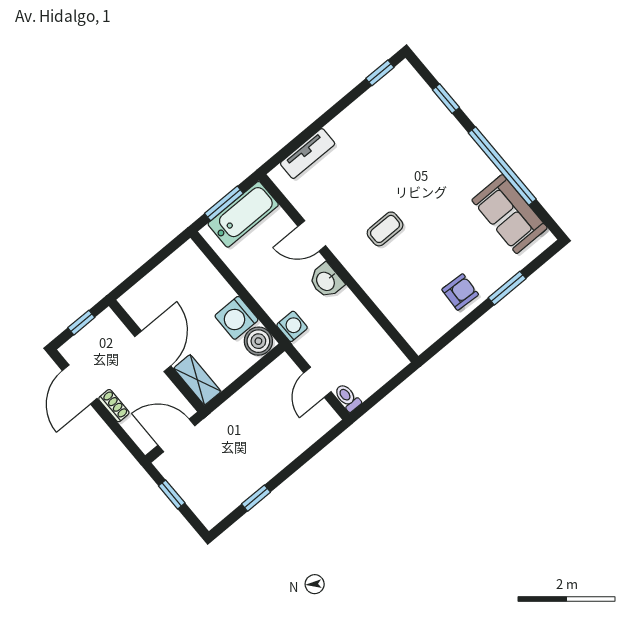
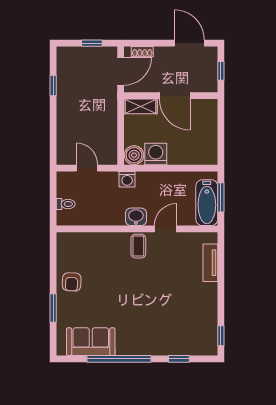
coffee table: (385, 229) -> (138, 246), moved
toilet: (347, 398) -> (66, 204), moved
shoe rack: (114, 406) -> (142, 52), moved

